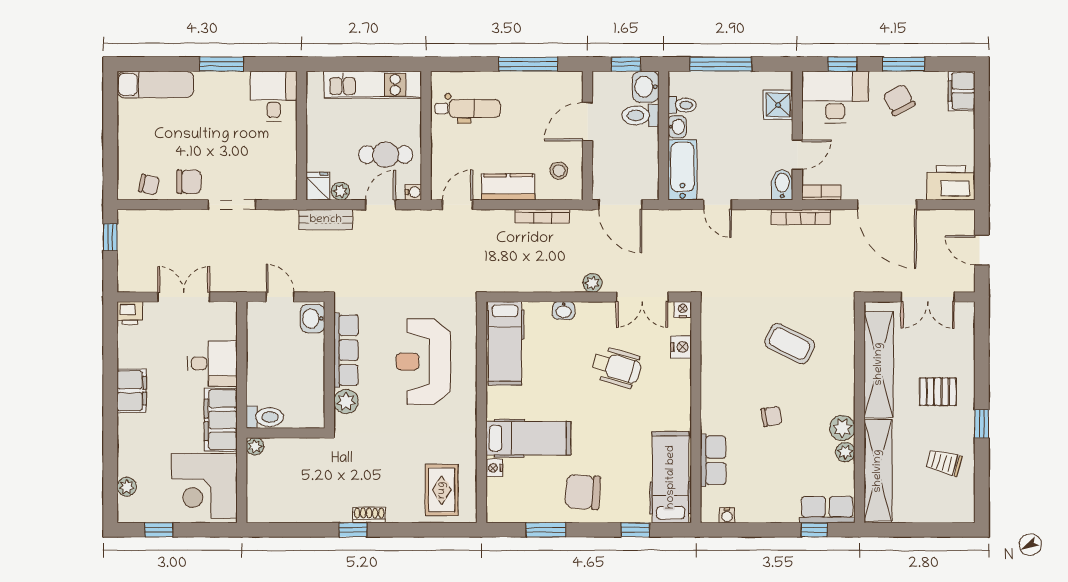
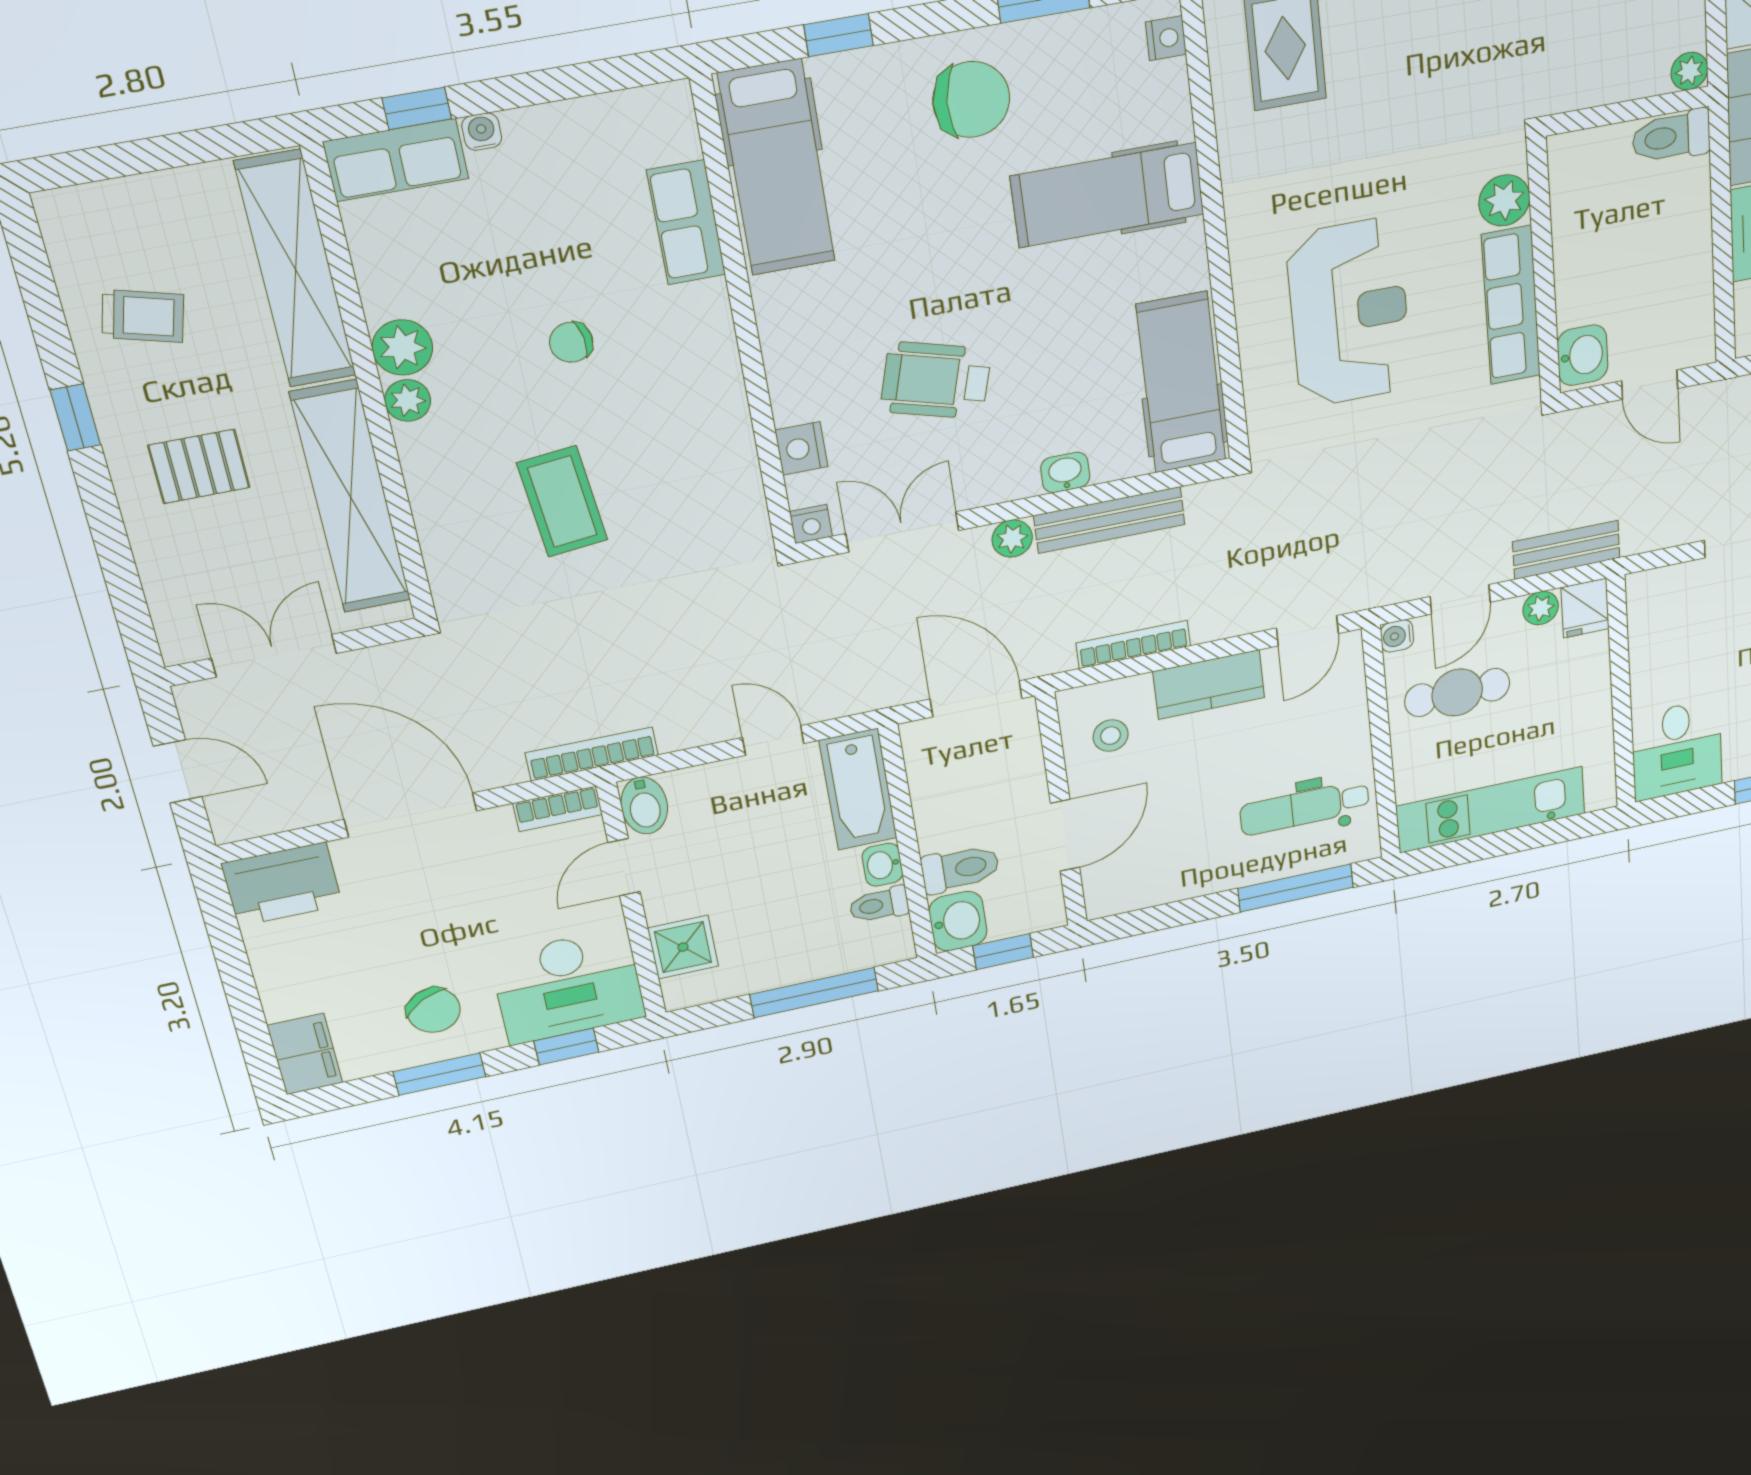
window: (528, 64) -> (1296, 888), moved
bench: (546, 283) -> (1109, 520), added
coffee table: (790, 344) -> (562, 502), turned 57
plant: (845, 452) -> (408, 400), moved
nightstand: (494, 468) -> (1166, 38), moved
water cooler: (727, 515) -> (482, 132), moved

